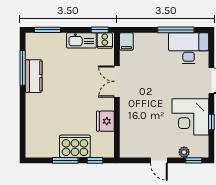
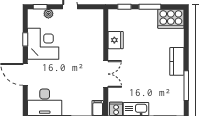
kitchen counter: (34, 76) -> (177, 61), moved
cooker: (75, 146) -> (171, 19), moved

